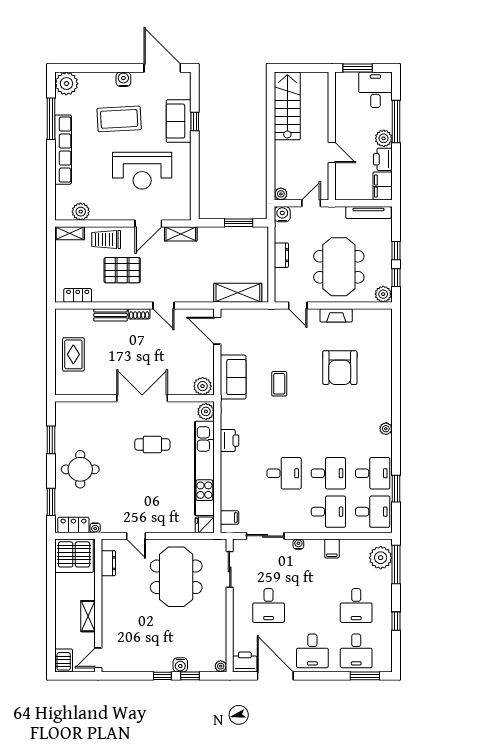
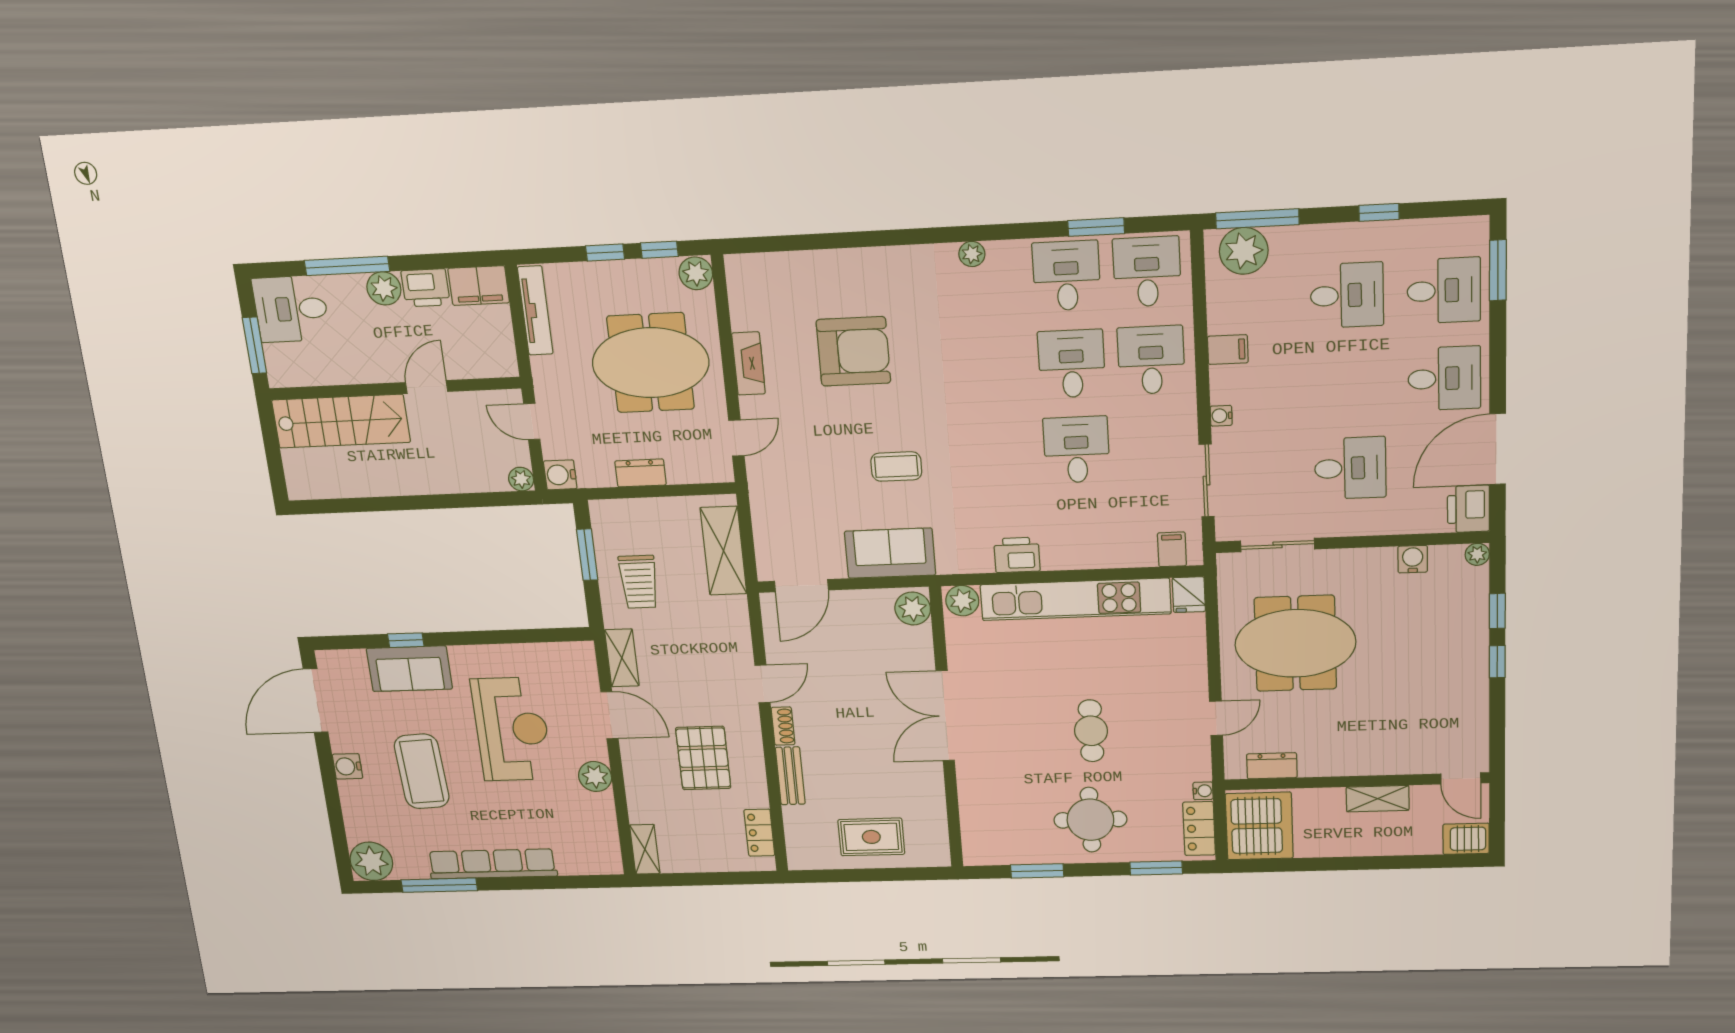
stairs: (287, 106) -> (341, 421), moved, turned 180
plant: (81, 212) -> (595, 776), moved
trolley: (106, 239) -> (639, 582), moved
cafe table: (152, 444) -> (1091, 731), moved
water cooler: (180, 665) -> (1413, 559), moved, turned -90

